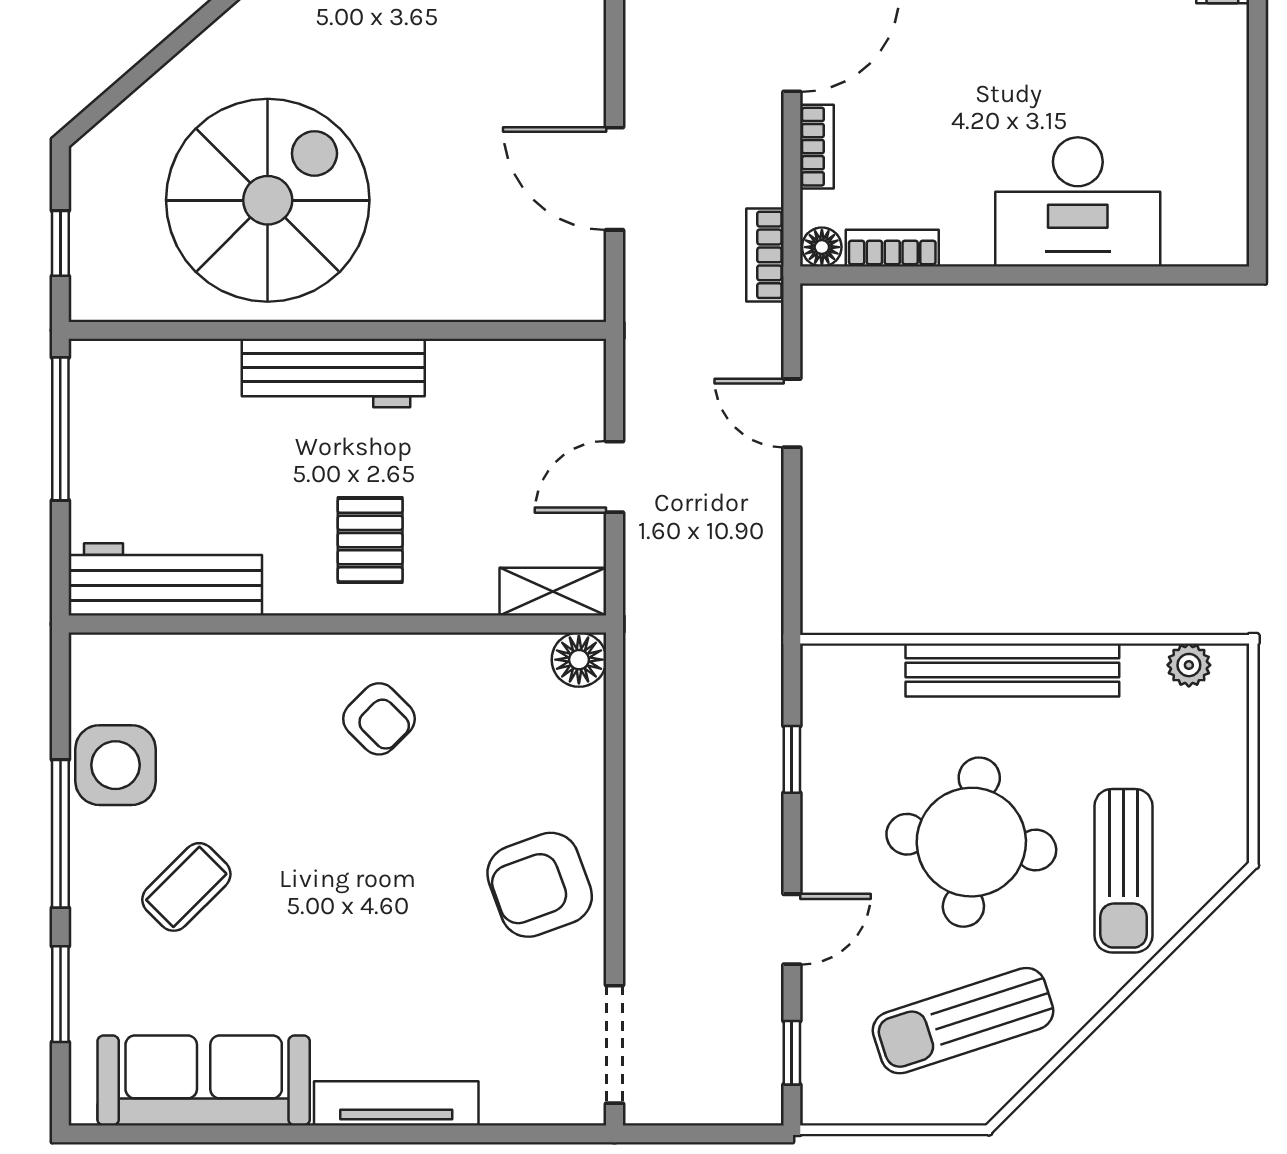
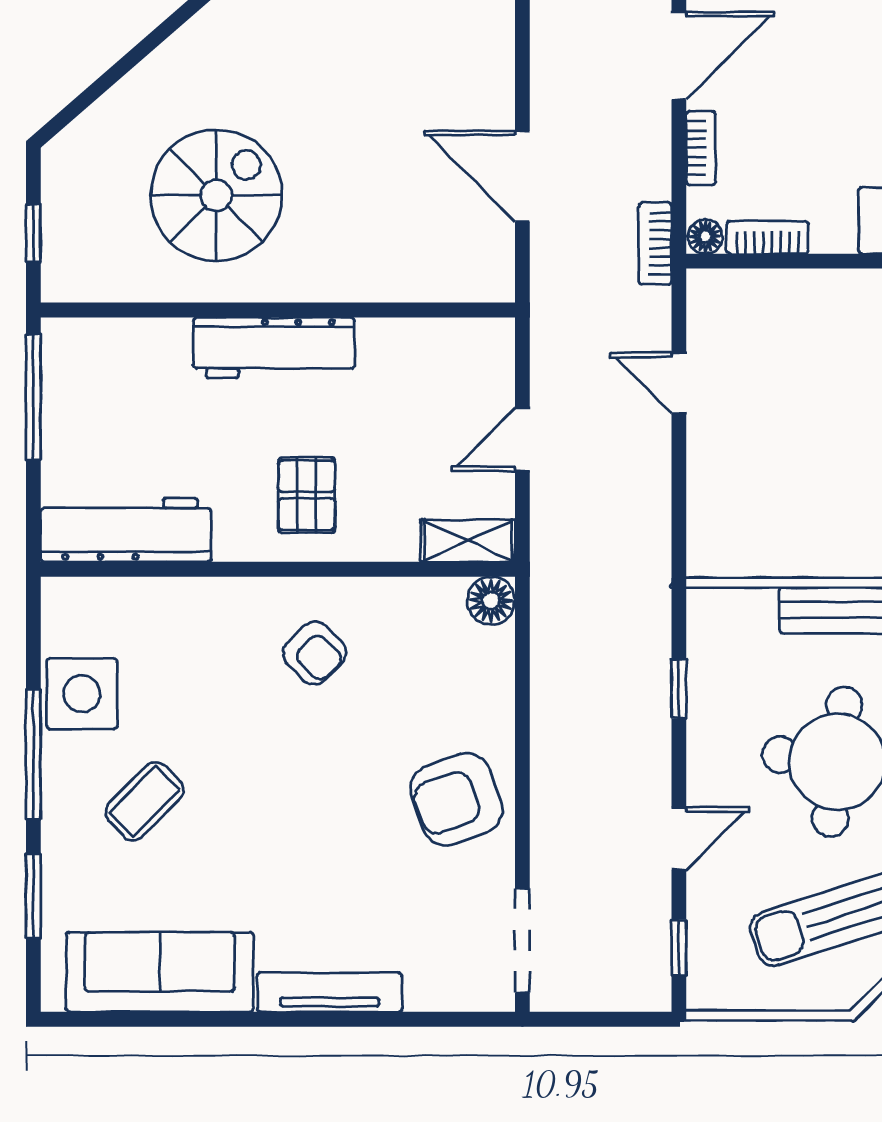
spiral stairs: (268, 200) -> (216, 195), width x0.73, depth x0.73

